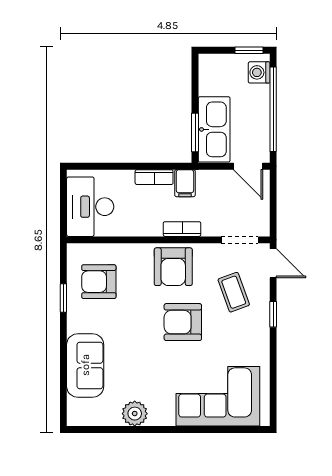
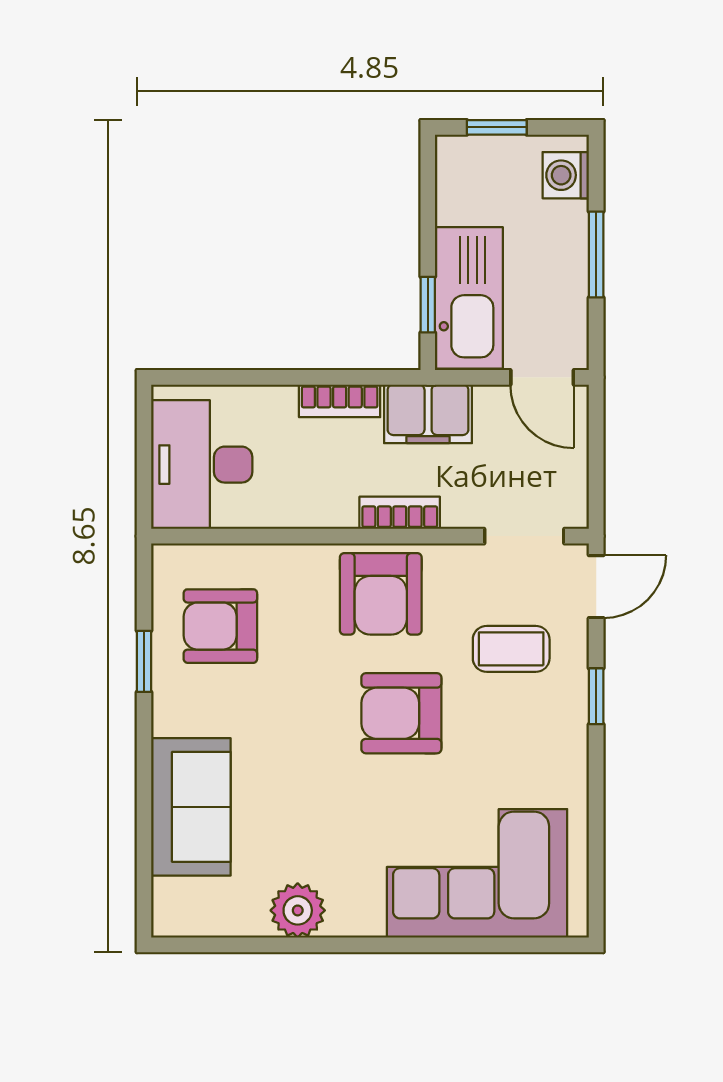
window: (249, 50) -> (497, 127), moved
window: (273, 109) -> (596, 254), width x0.47
window: (195, 132) -> (428, 305), width x0.67
filing cabinet: (185, 183) -> (428, 414), width x2.00
door: (273, 263) -> (596, 587), hinge flipped
coffee table: (234, 292) -> (511, 649), turned -70

